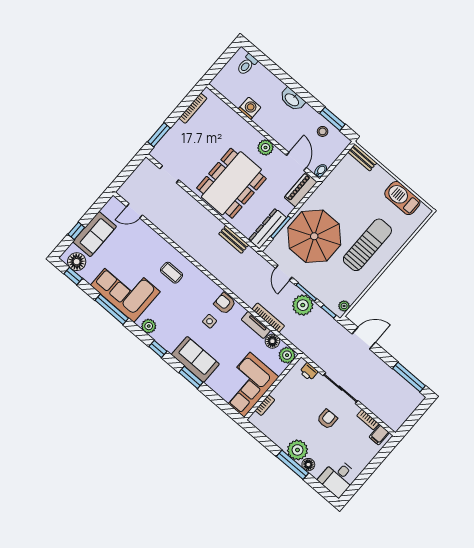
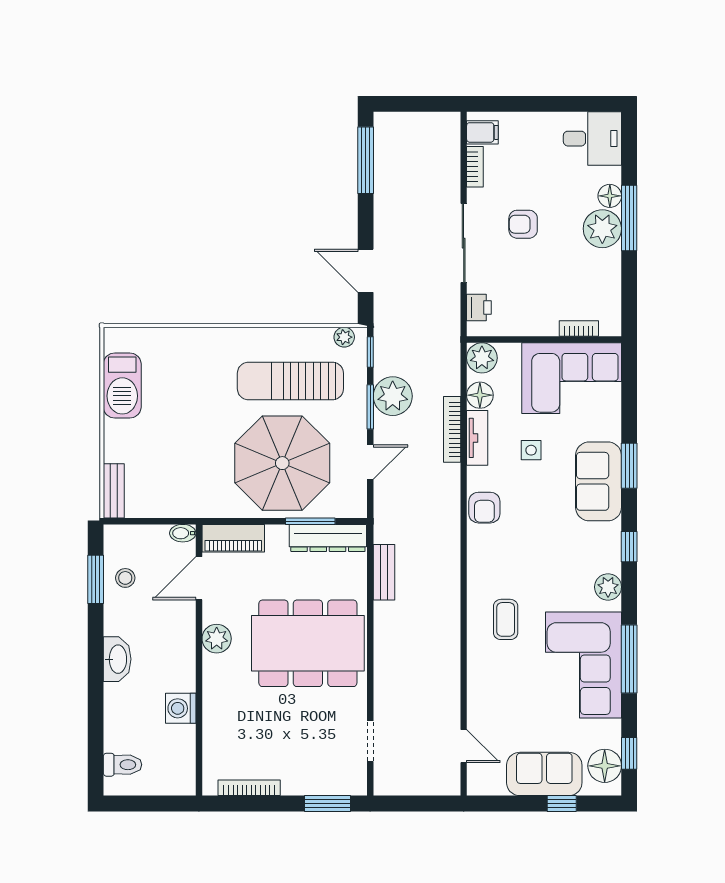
sun lounger: (367, 245) -> (290, 381), moved
side table: (210, 321) -> (531, 450), moved

